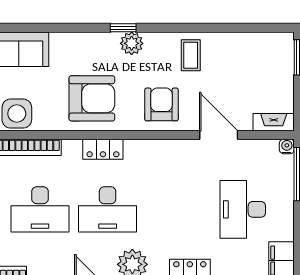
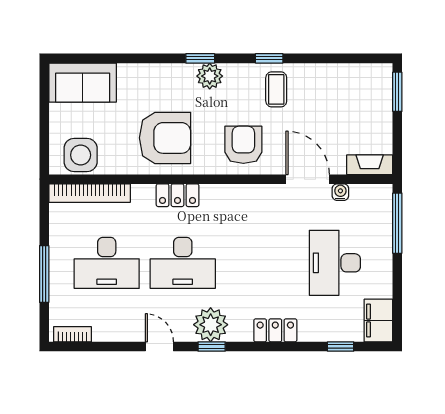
window: (184, 28) -> (269, 58), added
water cooler: (287, 147) -> (340, 192), moved

